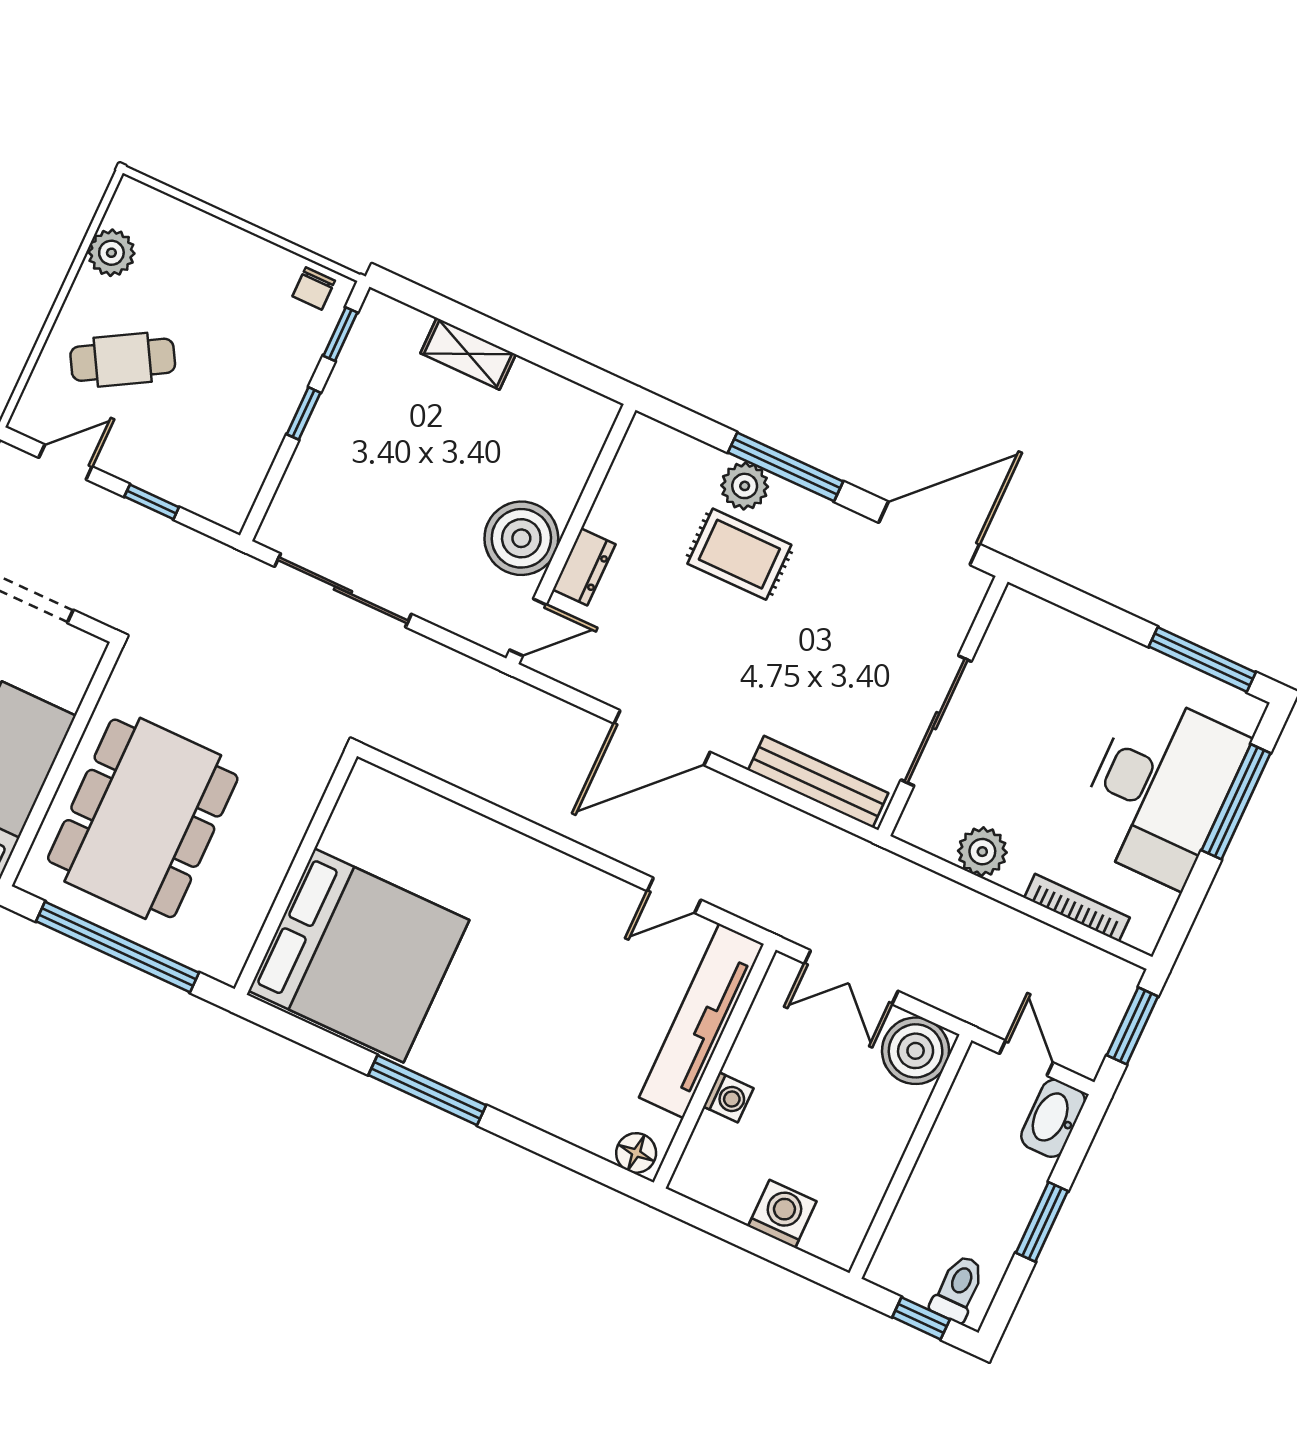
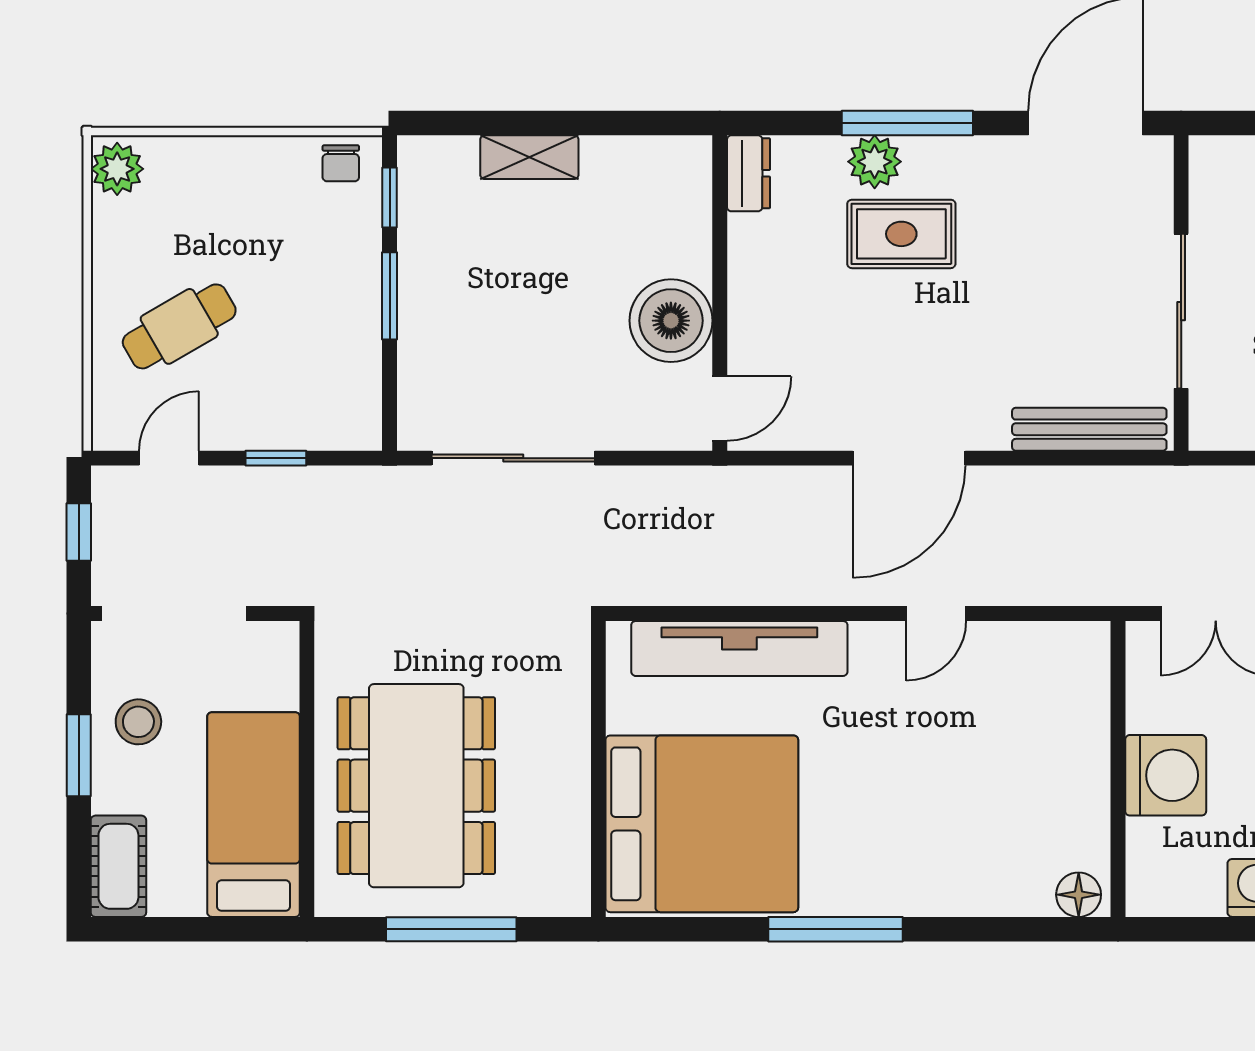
plant: (111, 253) -> (117, 169), moved
window: (304, 413) -> (390, 296), width x1.50
dresser: (584, 567) -> (749, 173), moved
door: (674, 895) -> (936, 613), moved
window: (117, 947) -> (451, 929), width x0.68
tv unit: (701, 1021) -> (739, 648), moved, turned -90
washing machine: (728, 1097) -> (1166, 775), width x1.89, depth x1.89

